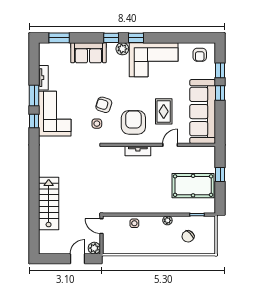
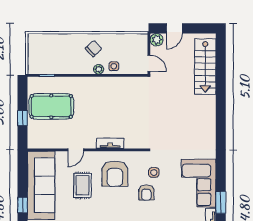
armchair: (104, 105) -> (146, 192), turned 72
window: (34, 121) -> (221, 175), removed
stairs: (49, 204) -> (205, 66), moved
plant: (167, 220) -> (99, 69), moved
chair: (188, 236) -> (94, 48), moved

